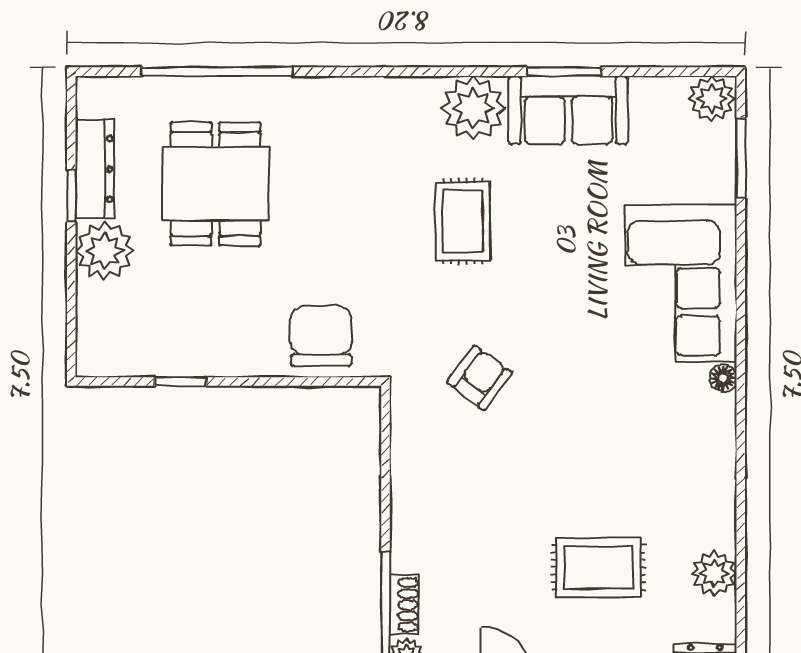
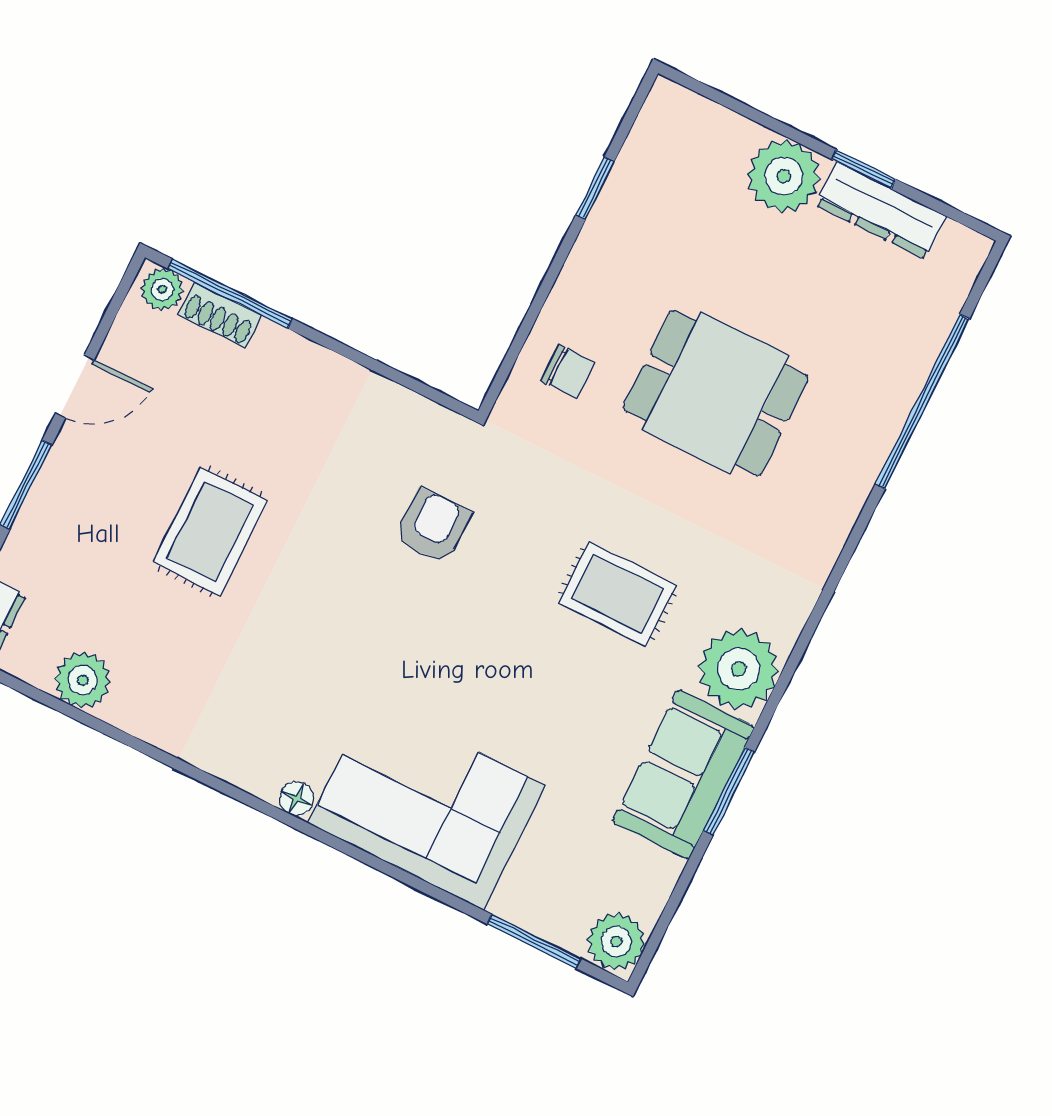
dining table: (215, 184) -> (716, 393), moved
chair: (321, 336) -> (568, 372), width x0.54, depth x0.54
armchair: (480, 378) -> (433, 526), turned -127
rug: (598, 567) -> (210, 531), moved

